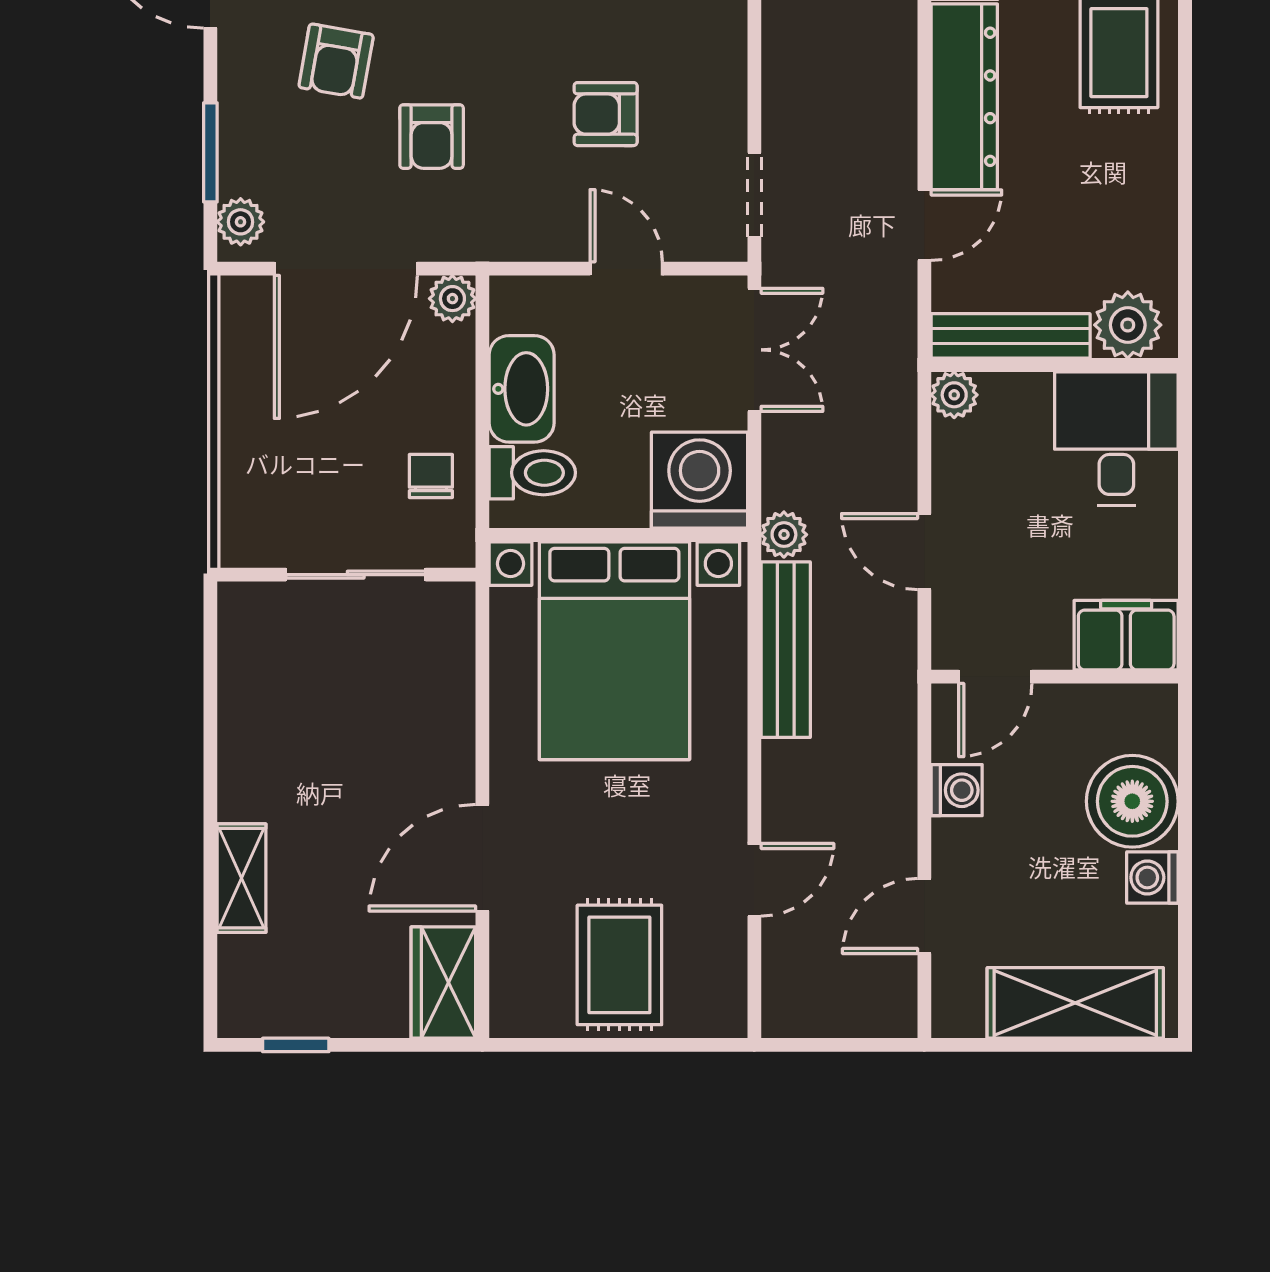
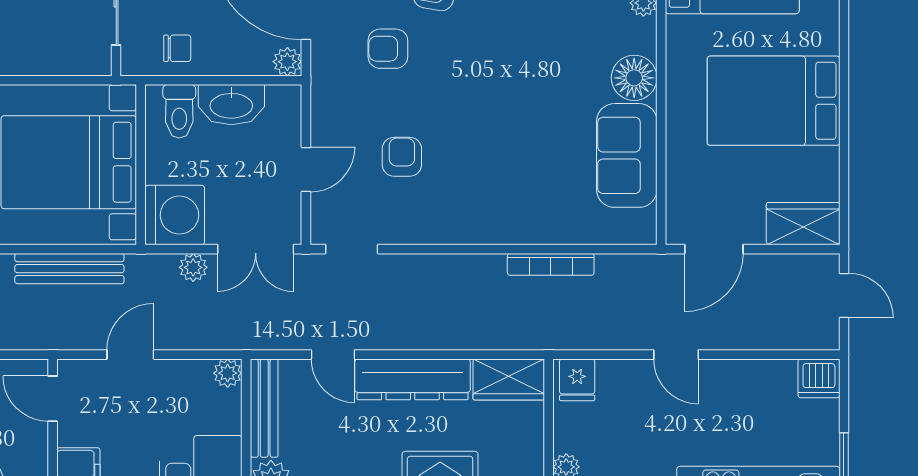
plant: (784, 535) -> (193, 267), moved

